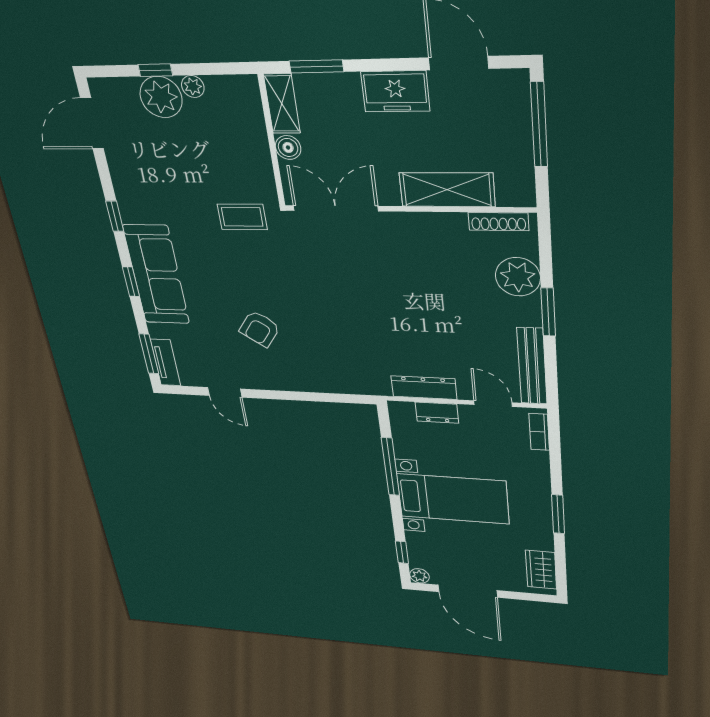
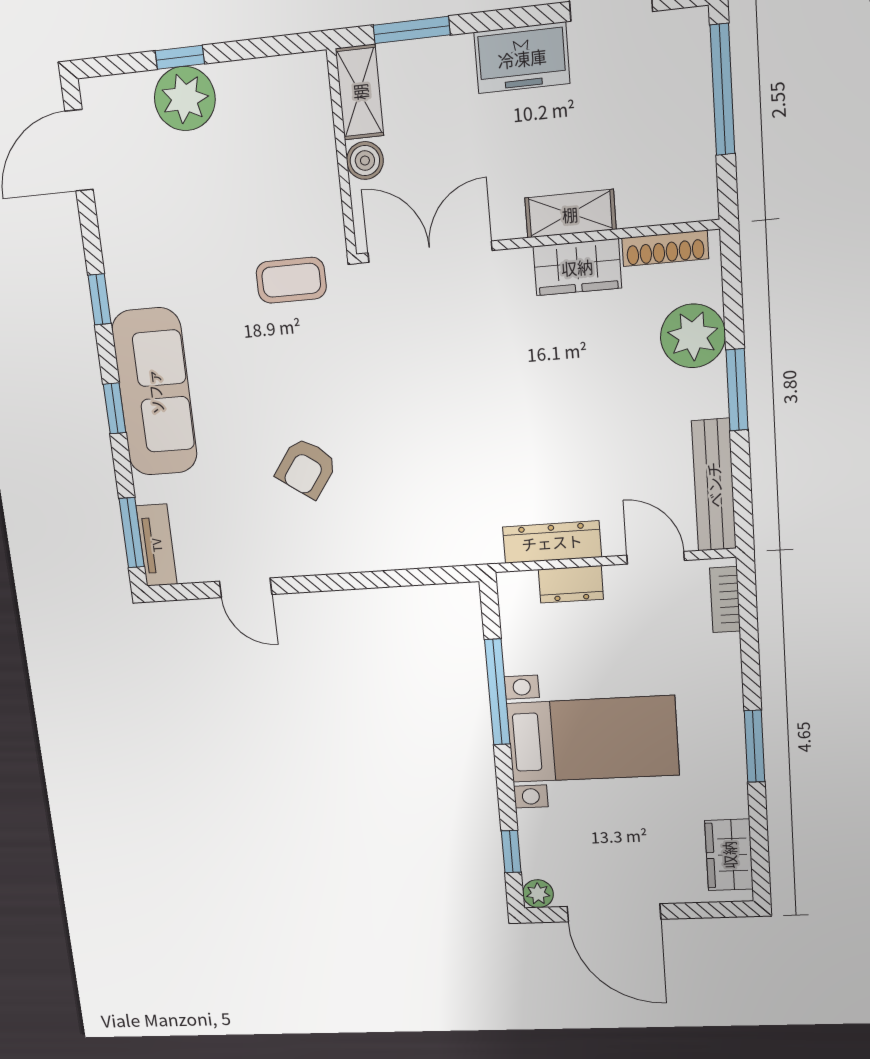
plant: (193, 87) -> (232, 78), removed
shelving: (447, 190) -> (570, 214), width x0.67, depth x0.75
wardrobe: (437, 227) -> (577, 267), added

